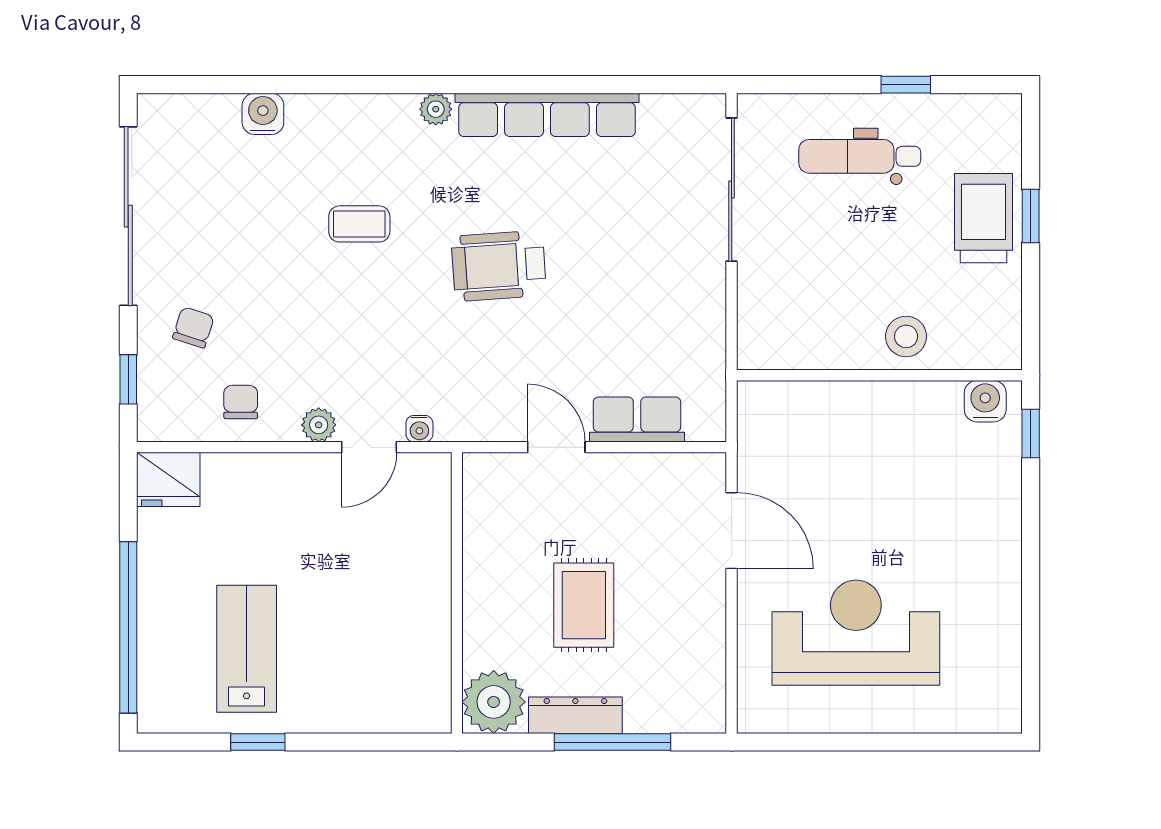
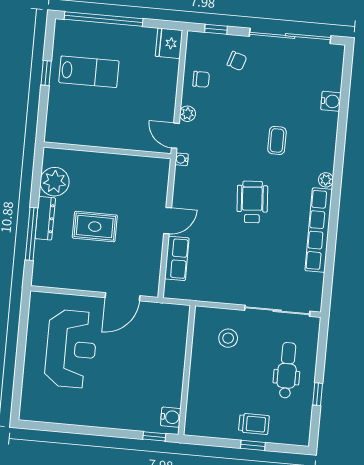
trolley: (983, 218) -> (254, 424), width x0.73, depth x0.72
stool: (906, 336) -> (228, 338), moved
wall: (457, 593) -> (107, 150), moved

